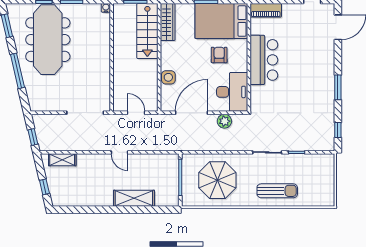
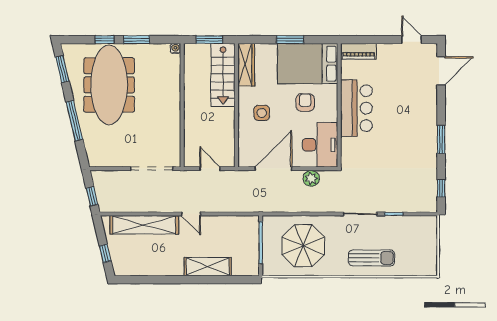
side table: (168, 77) -> (262, 113), moved
shelving: (62, 160) -> (144, 225), width x2.20, depth x1.33

